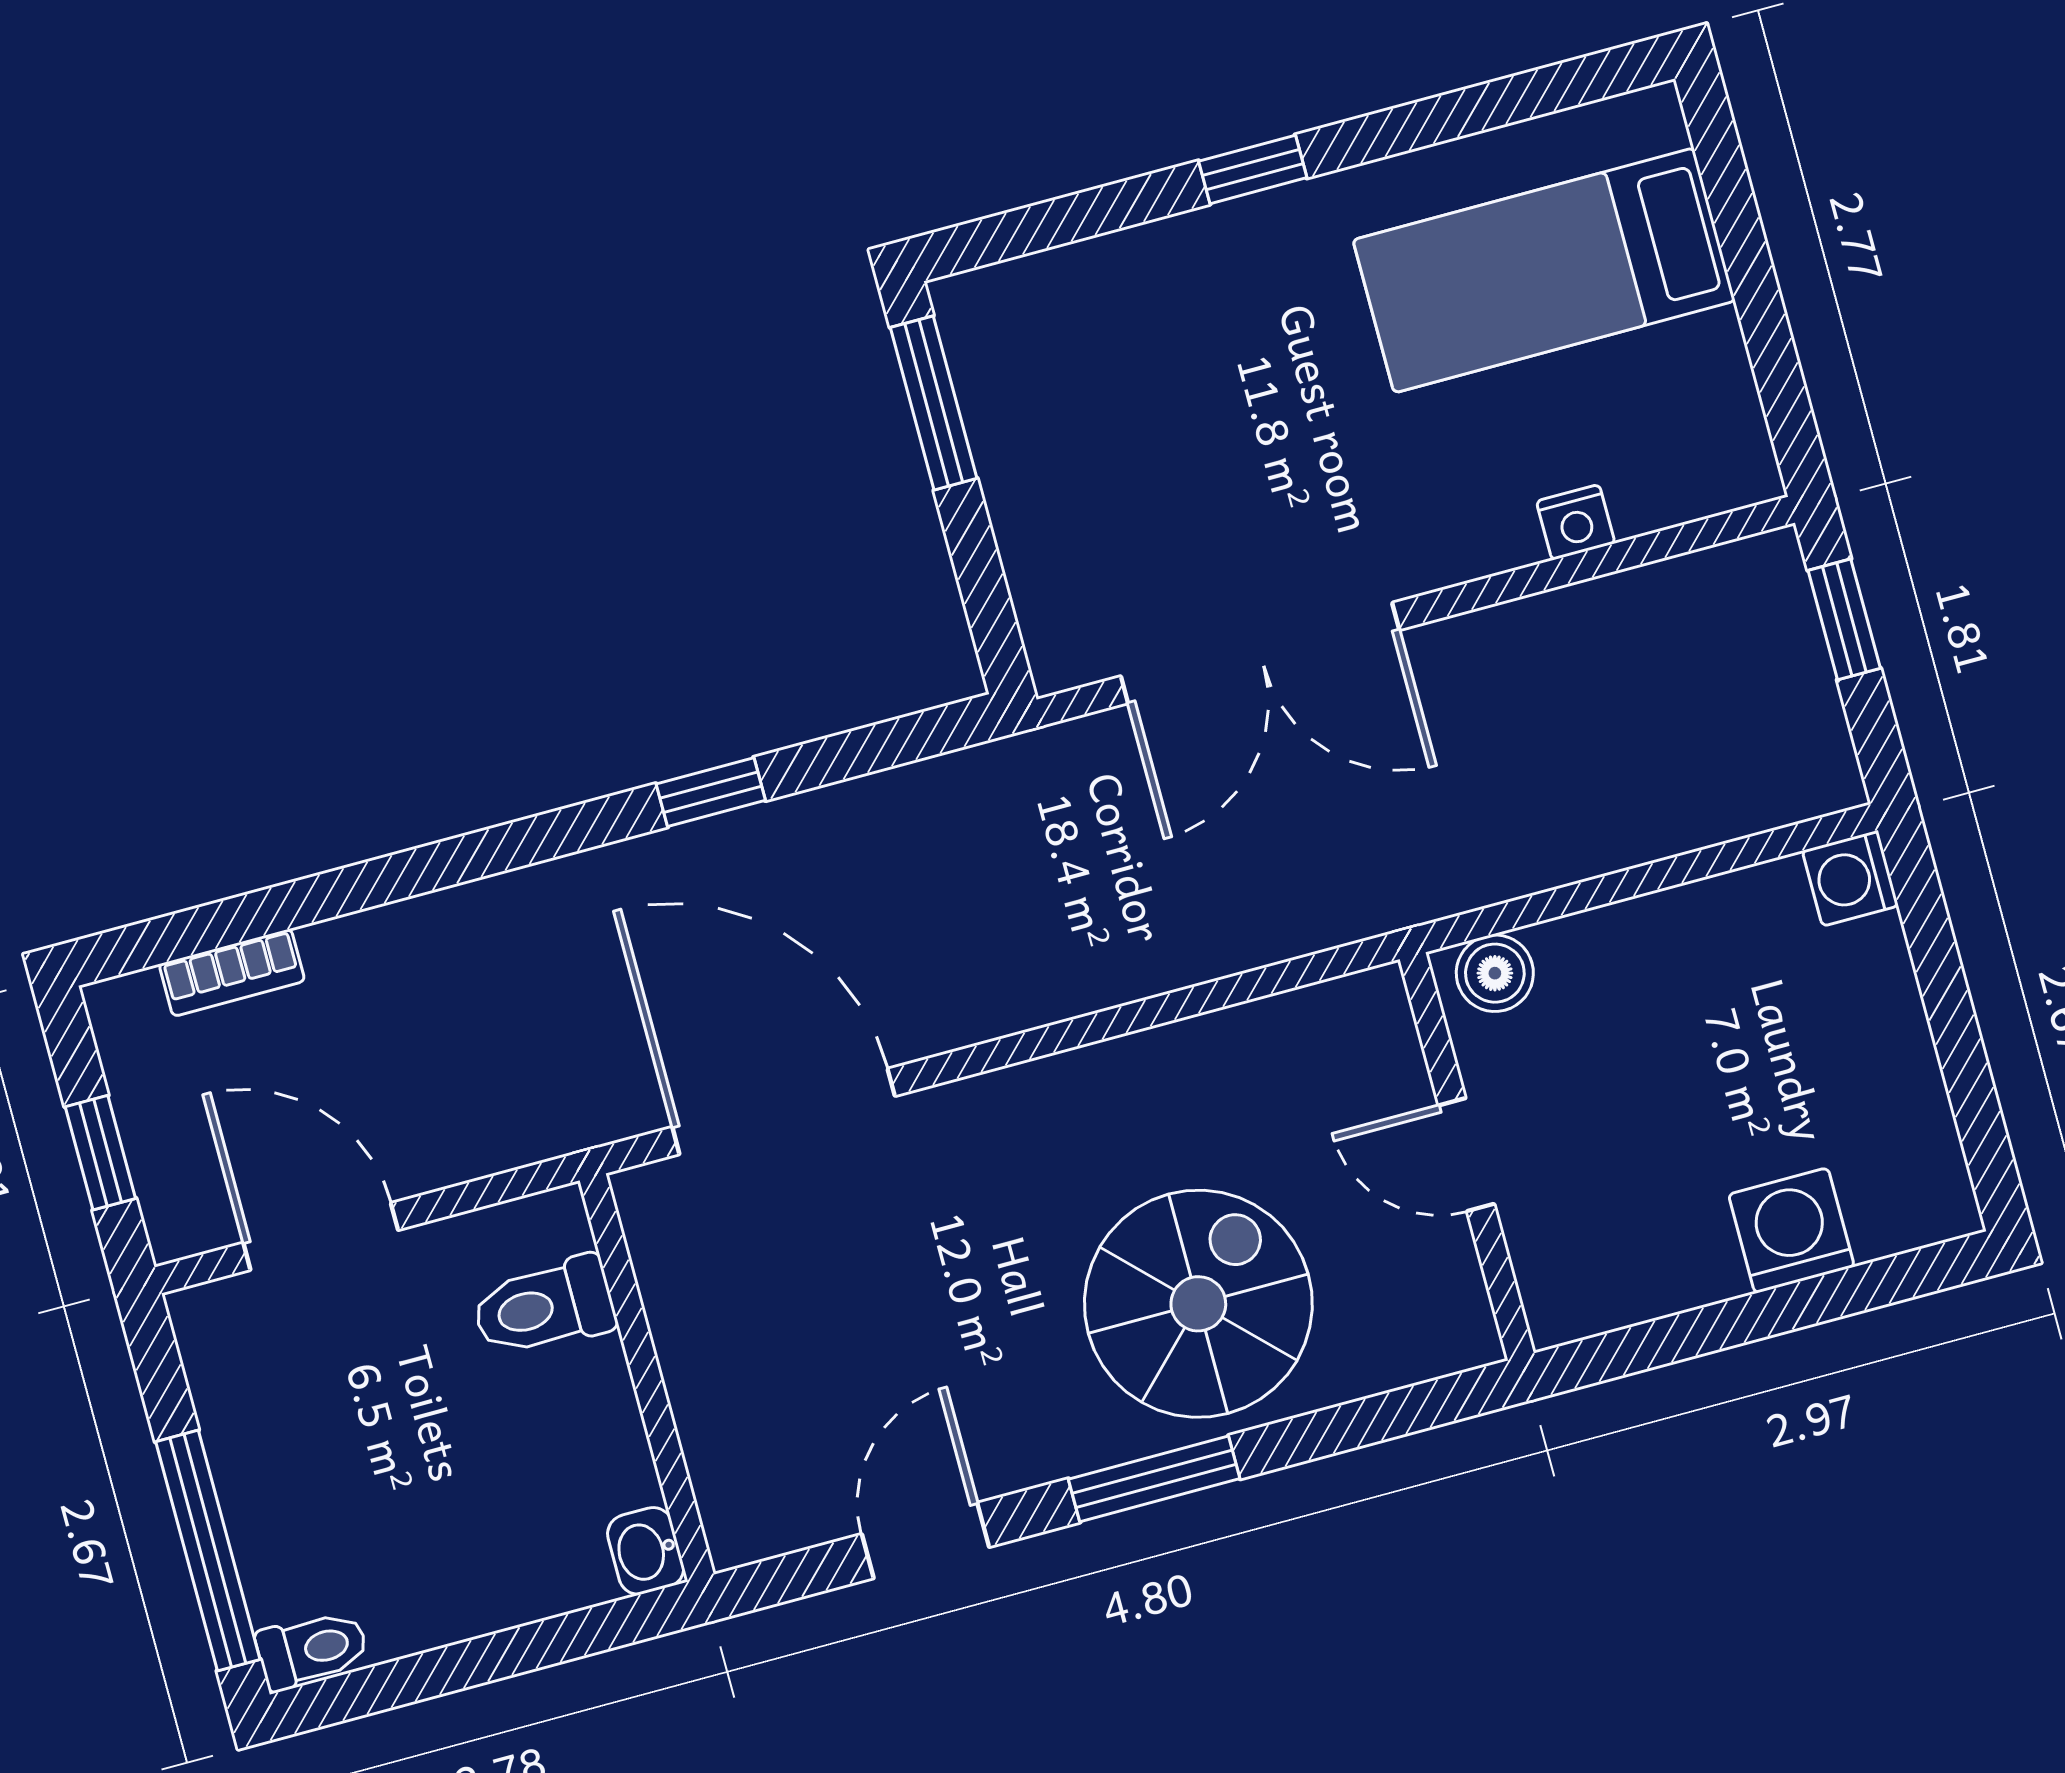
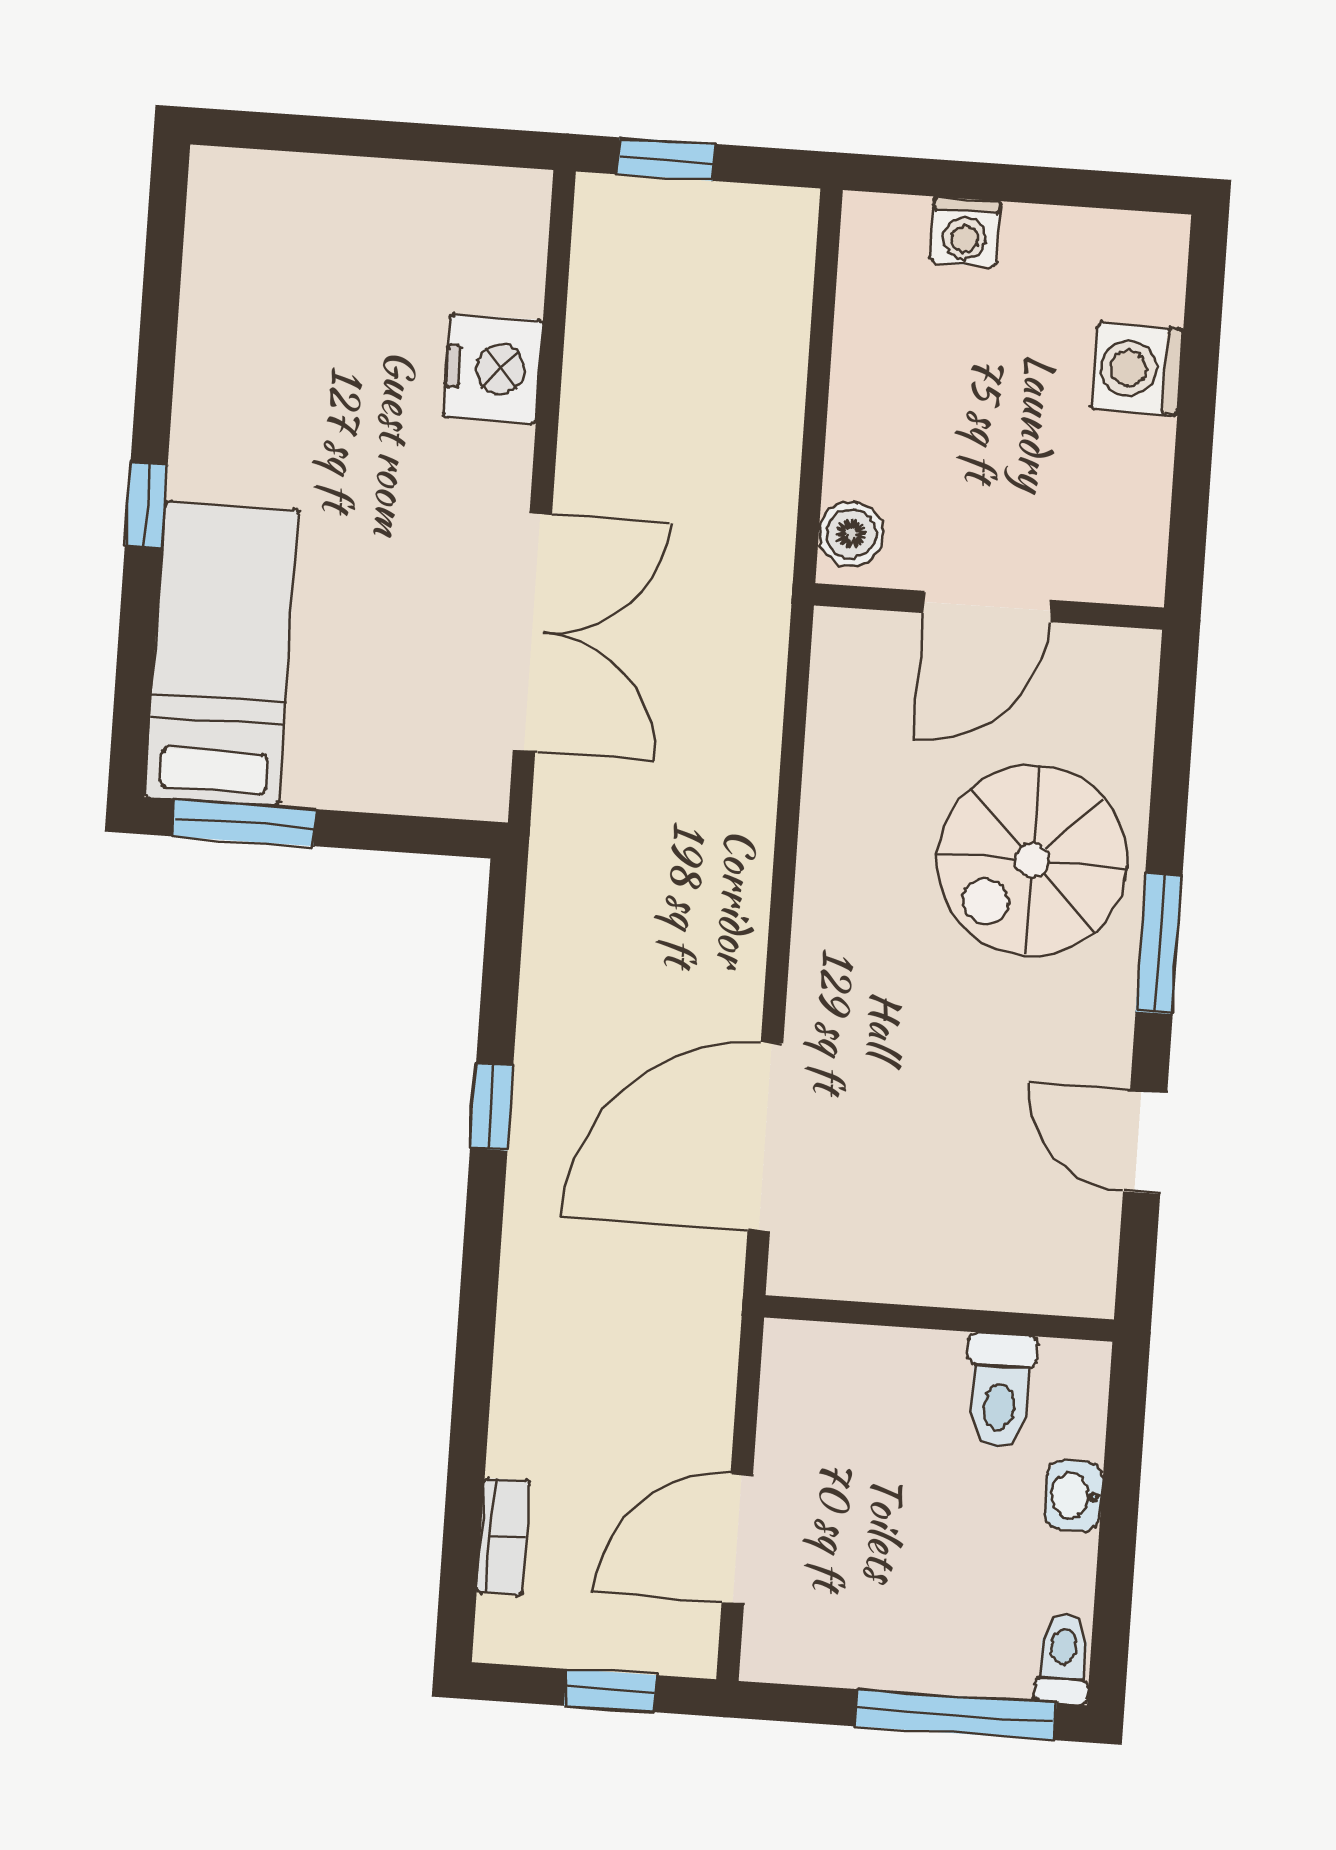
bed: (1544, 270) -> (222, 654), moved, turned 180
nightstand: (1576, 522) -> (493, 369), width x1.89, depth x1.79
washing machine: (1850, 878) -> (965, 232), moved
door: (1466, 1155) -> (987, 606), width x1.38
spiral stairs: (1198, 1304) -> (1032, 860), turned -90
toilet: (544, 1307) -> (1000, 1391), moved
washbasin: (646, 1551) -> (1074, 1496), moved, turned 90

